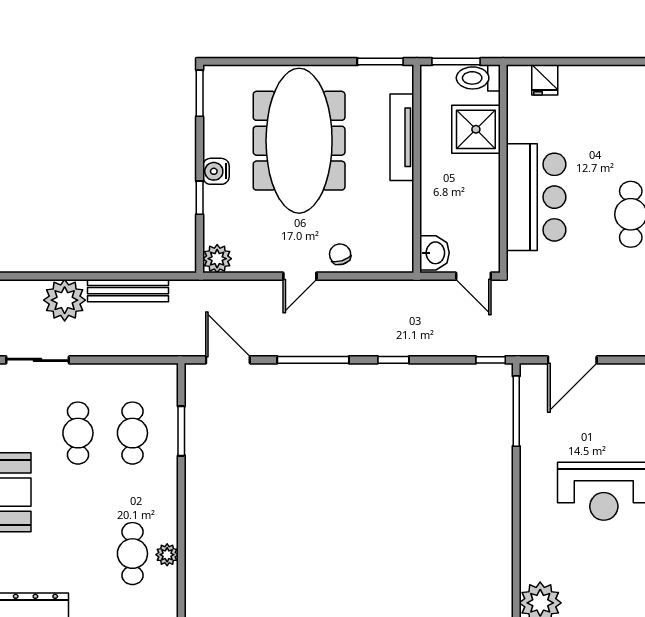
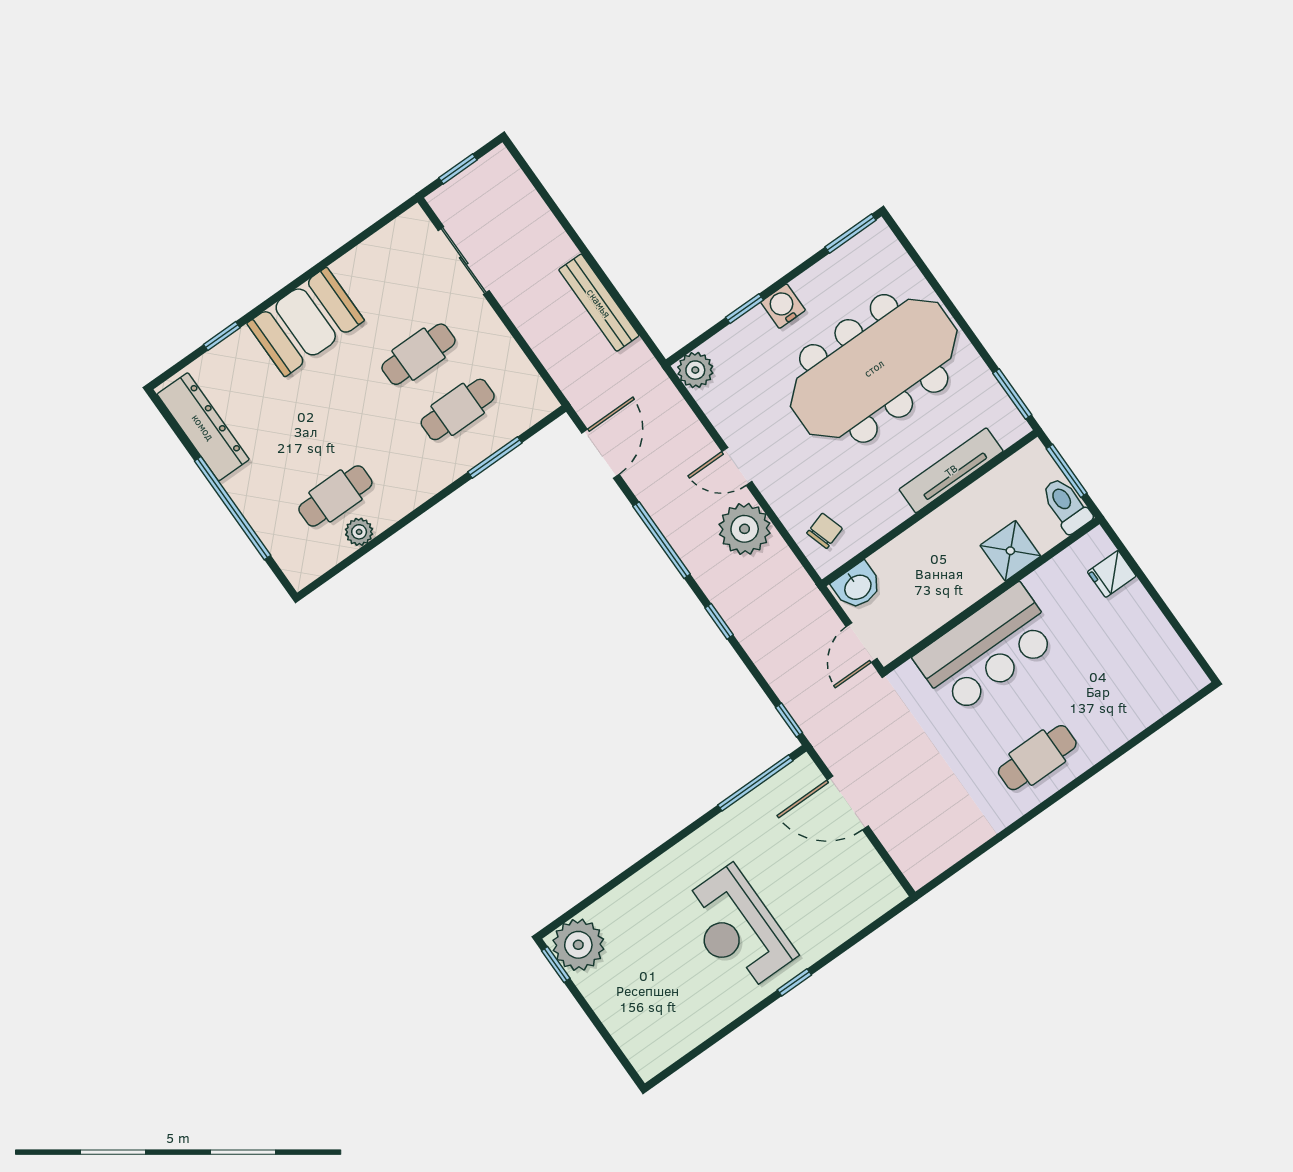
shower: (476, 129) -> (1010, 551), width x0.73, depth x0.73
chair: (340, 254) -> (825, 531), moved
plant: (65, 300) -> (745, 529), moved

